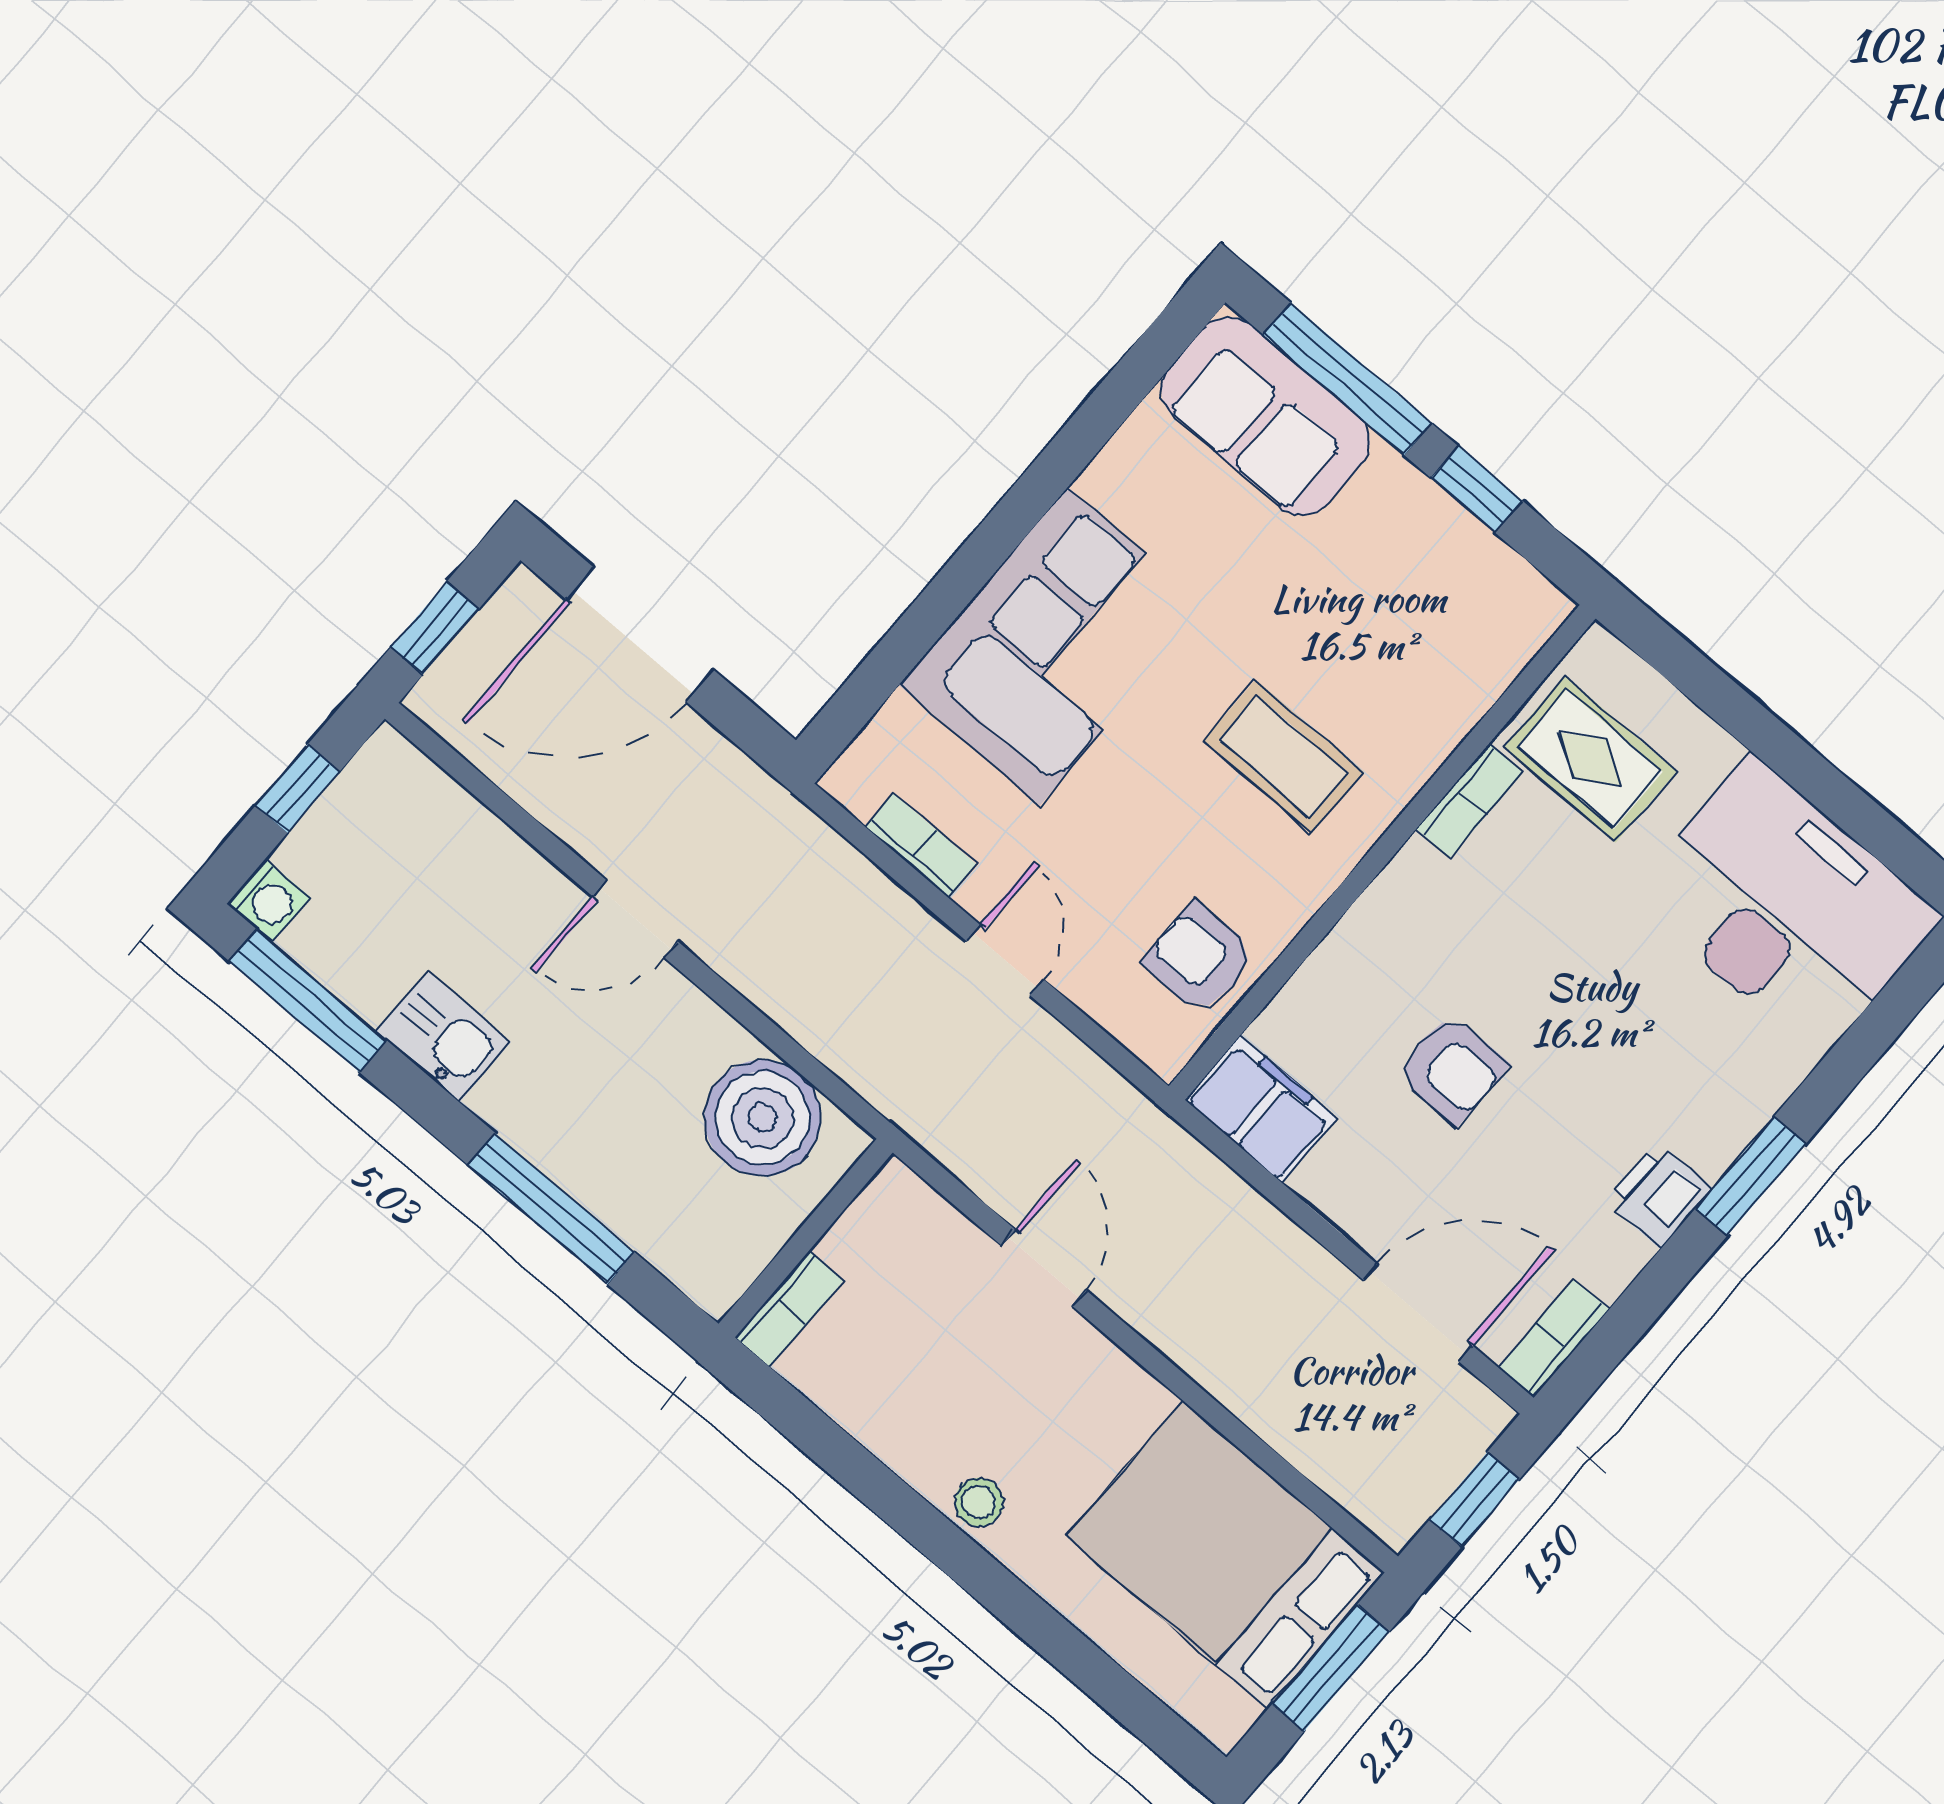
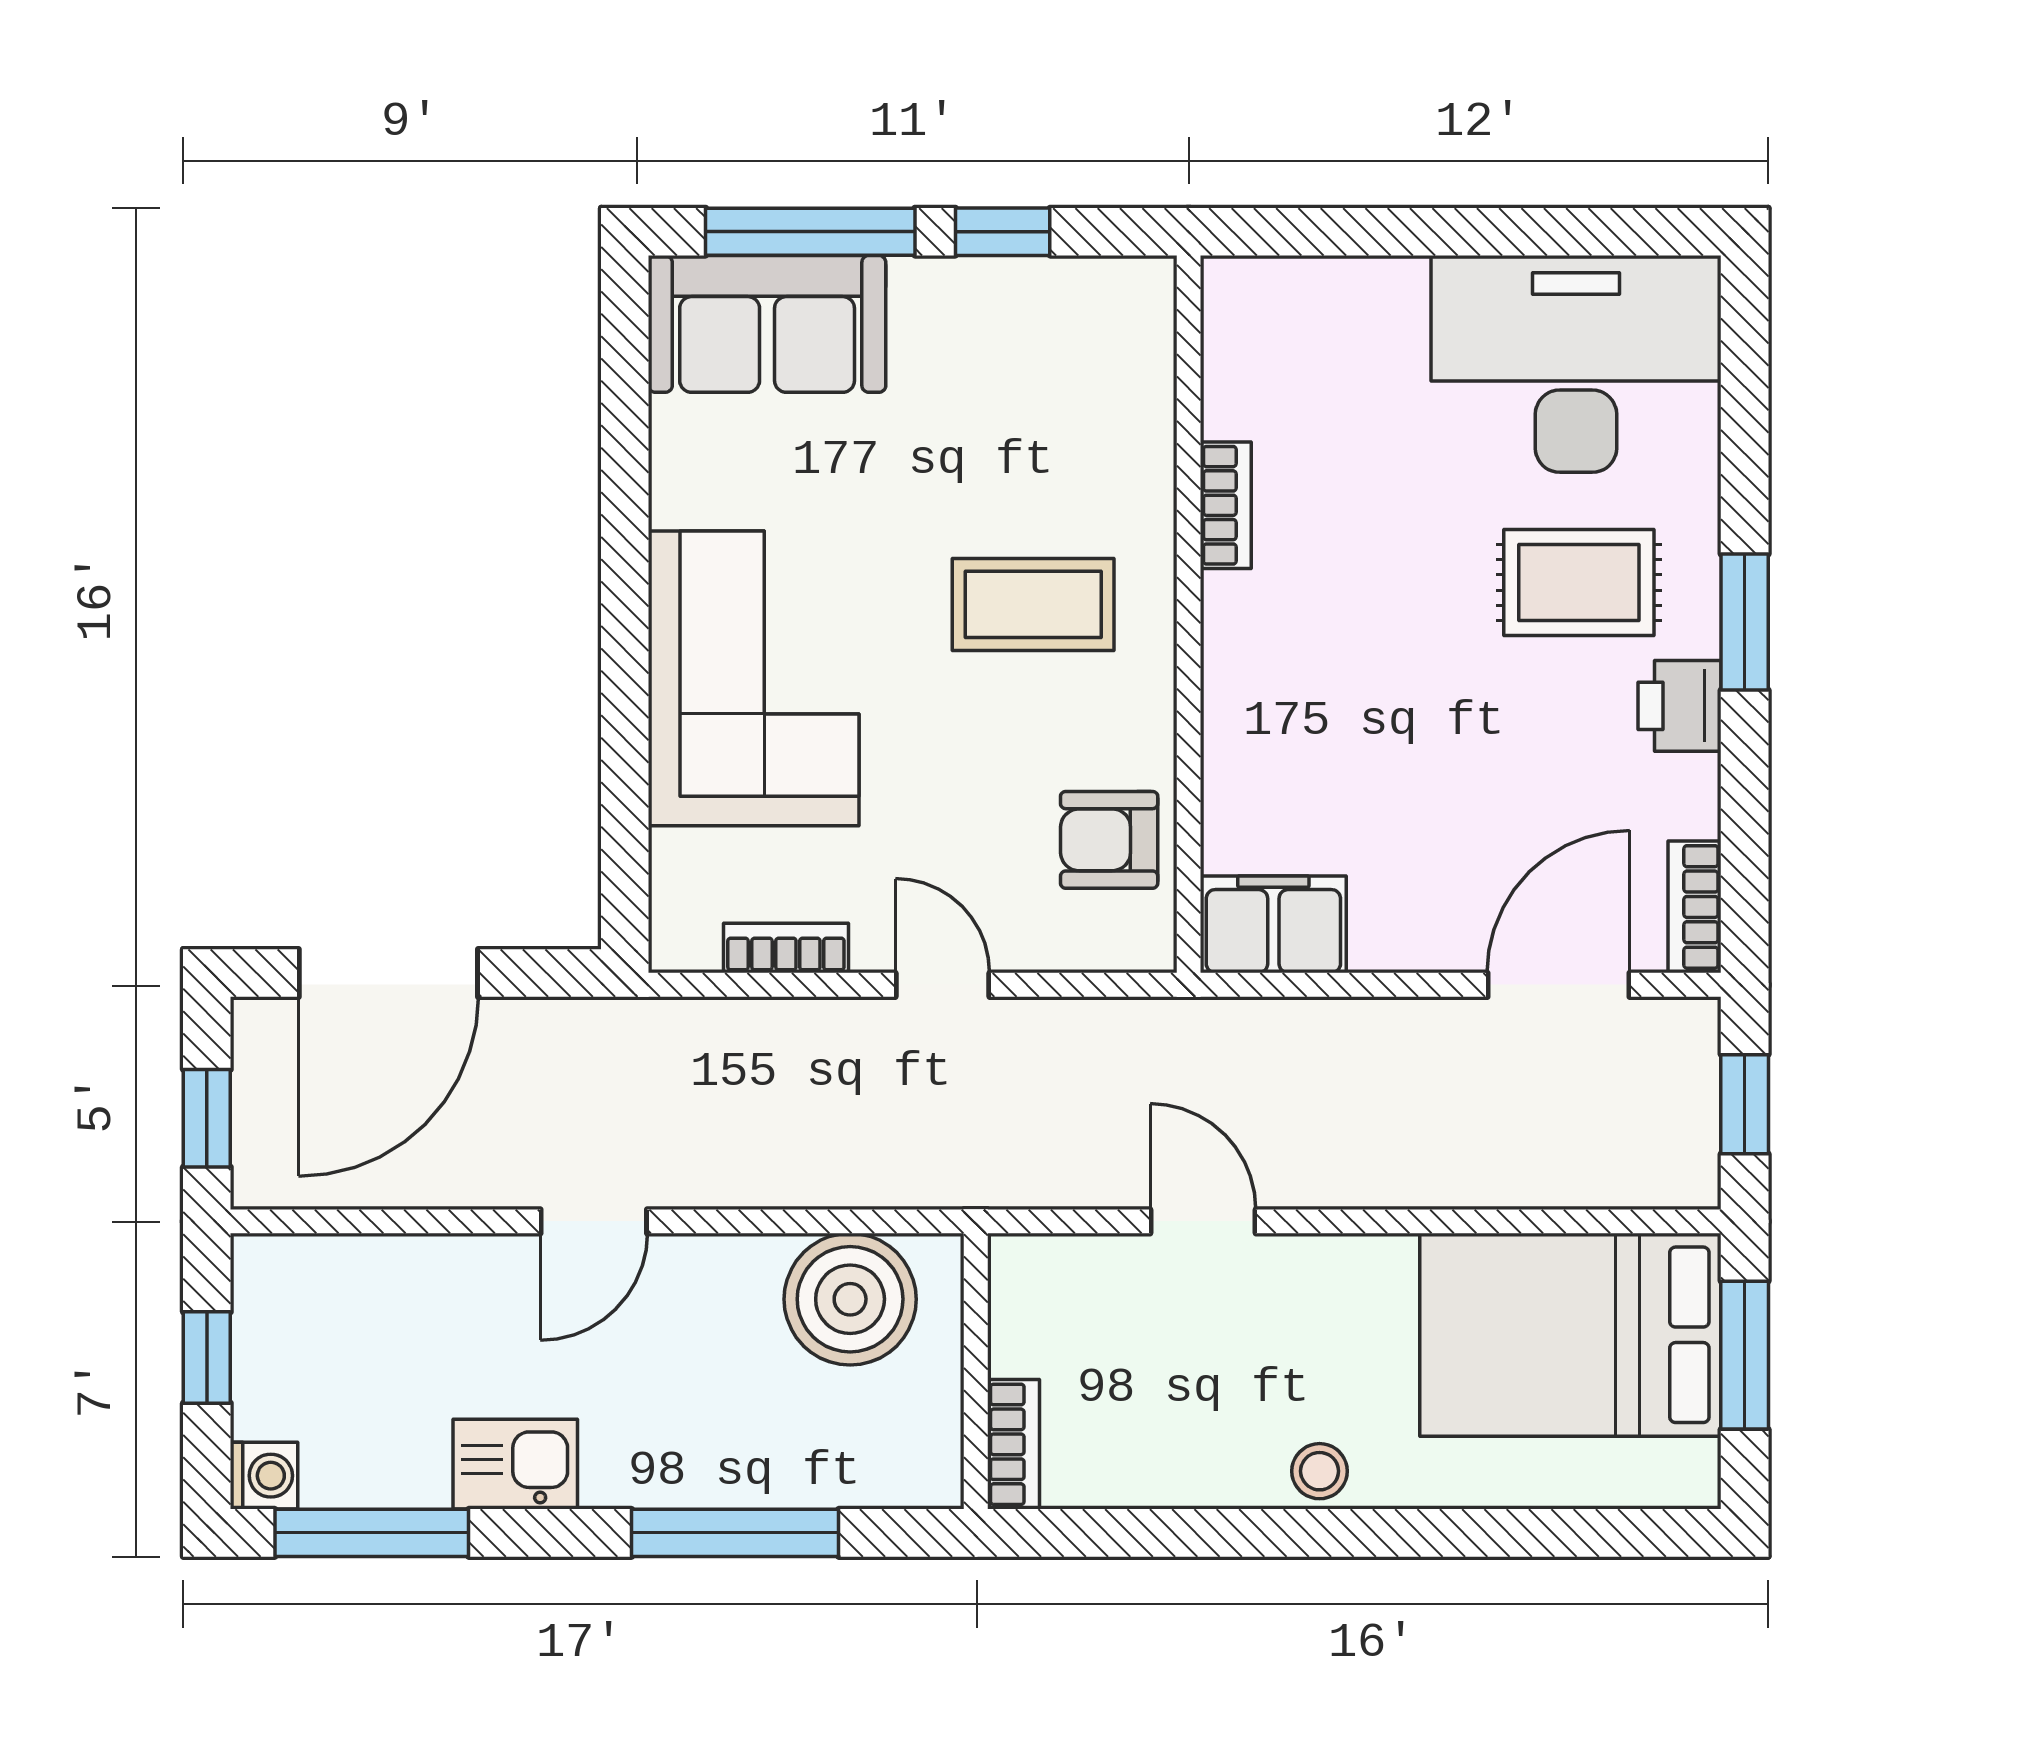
rug: (1590, 759) -> (1579, 583), moved
armchair: (1452, 1069) -> (1408, 750), removed

